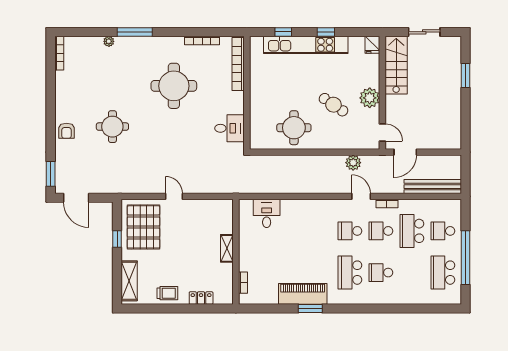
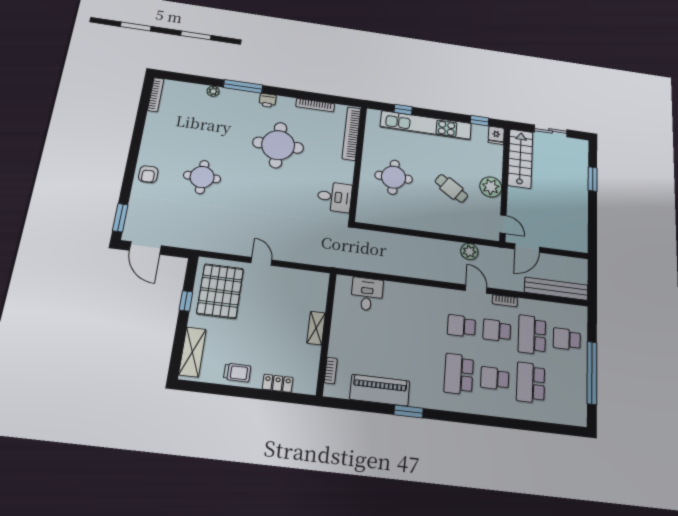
window: (326, 32) -> (479, 121), moved
printer: (159, 43) -> (268, 100), added
round table: (294, 128) -> (394, 177), moved
school desk: (443, 273) -> (531, 383), moved
piano: (303, 294) -> (380, 390), moved

